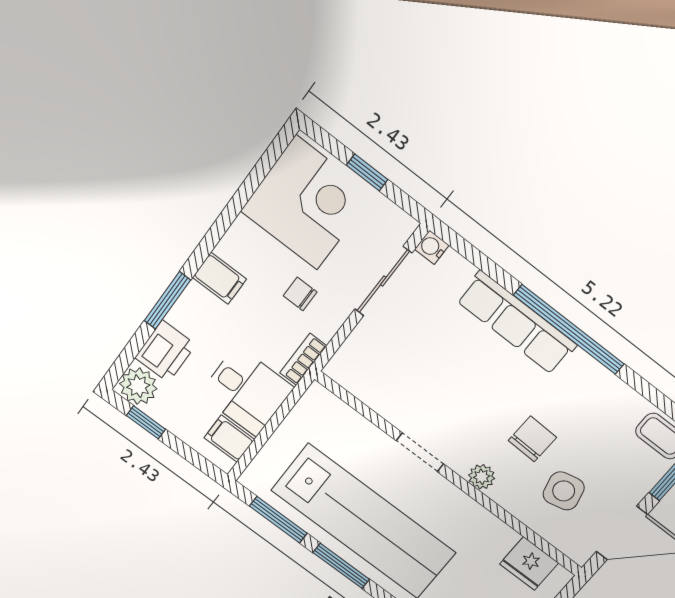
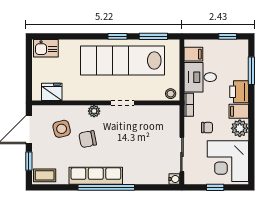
window: (167, 300) -> (251, 71), moved
row of seats: (517, 323) -> (96, 176), moved
printer: (165, 351) -> (239, 92), moved
plant: (138, 386) -> (240, 128), moved
stool: (321, 403) -> (171, 94), added
chair: (532, 439) -> (88, 139), turned 77
window: (341, 566) -> (117, 36), width x0.67

